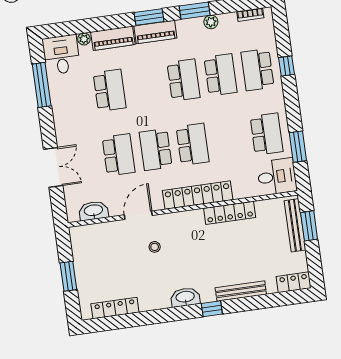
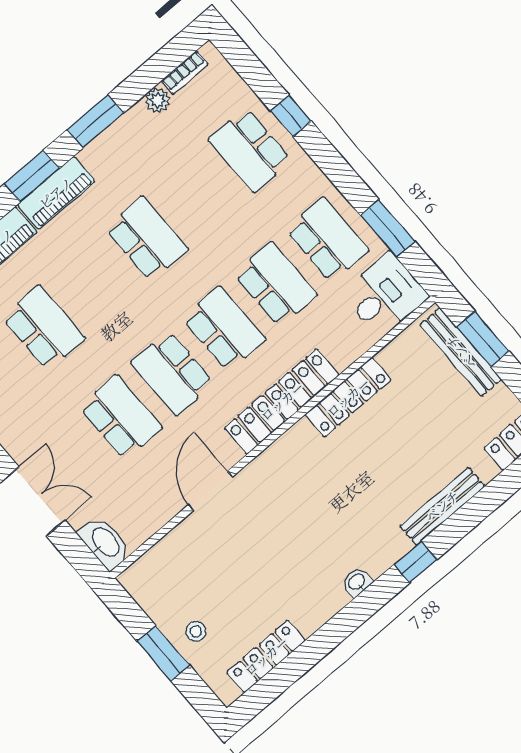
plant: (211, 22) -> (158, 100), moved
school desk: (221, 75) -> (276, 284), moved
washbasin: (93, 211) -> (105, 543), moved, turned 90
stool: (155, 247) -> (196, 631), moved
washbasin: (185, 297) -> (357, 582), width x0.52, depth x0.69

